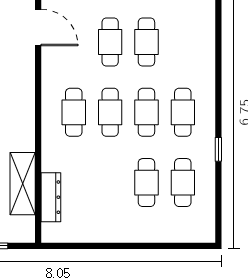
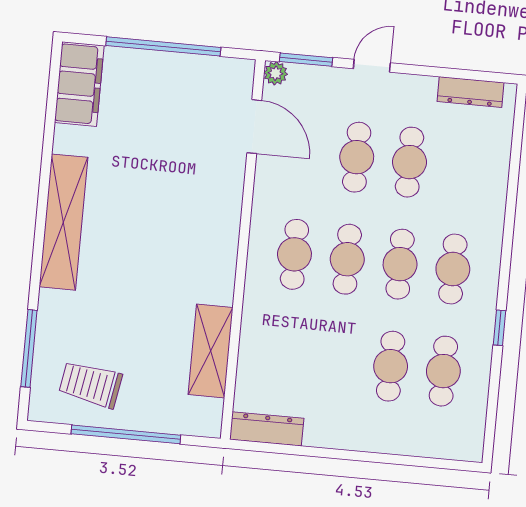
dresser: (51, 197) -> (267, 429), moved, turned -90

